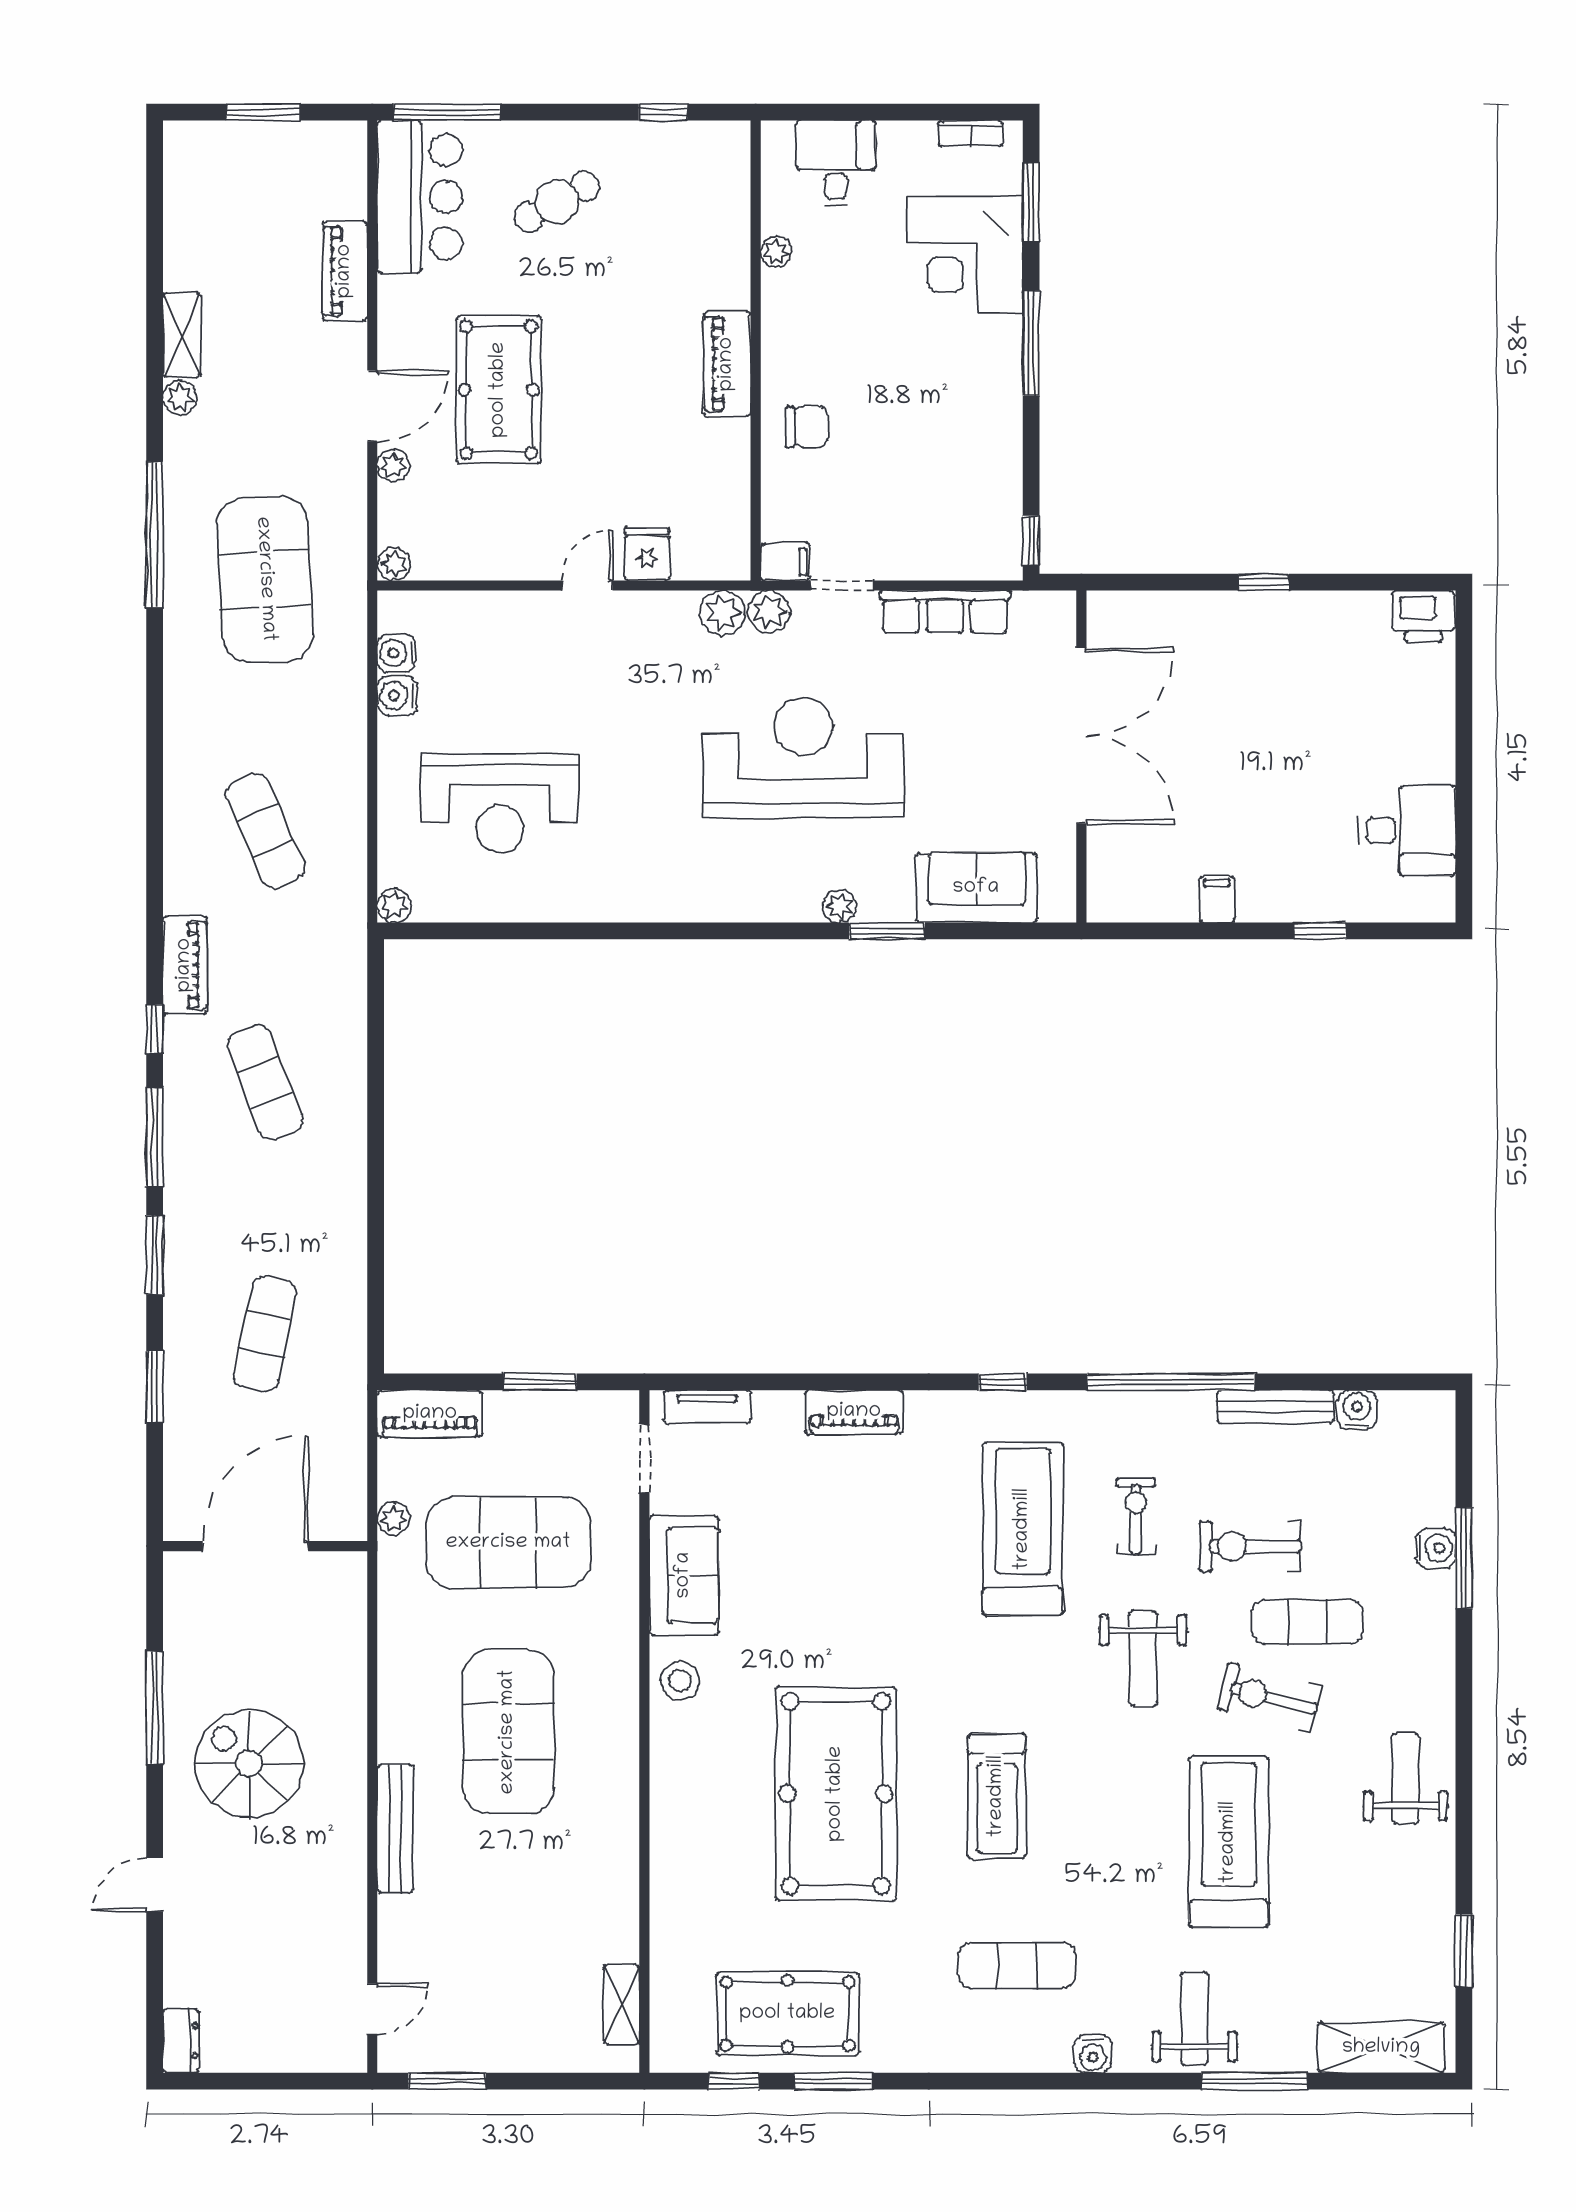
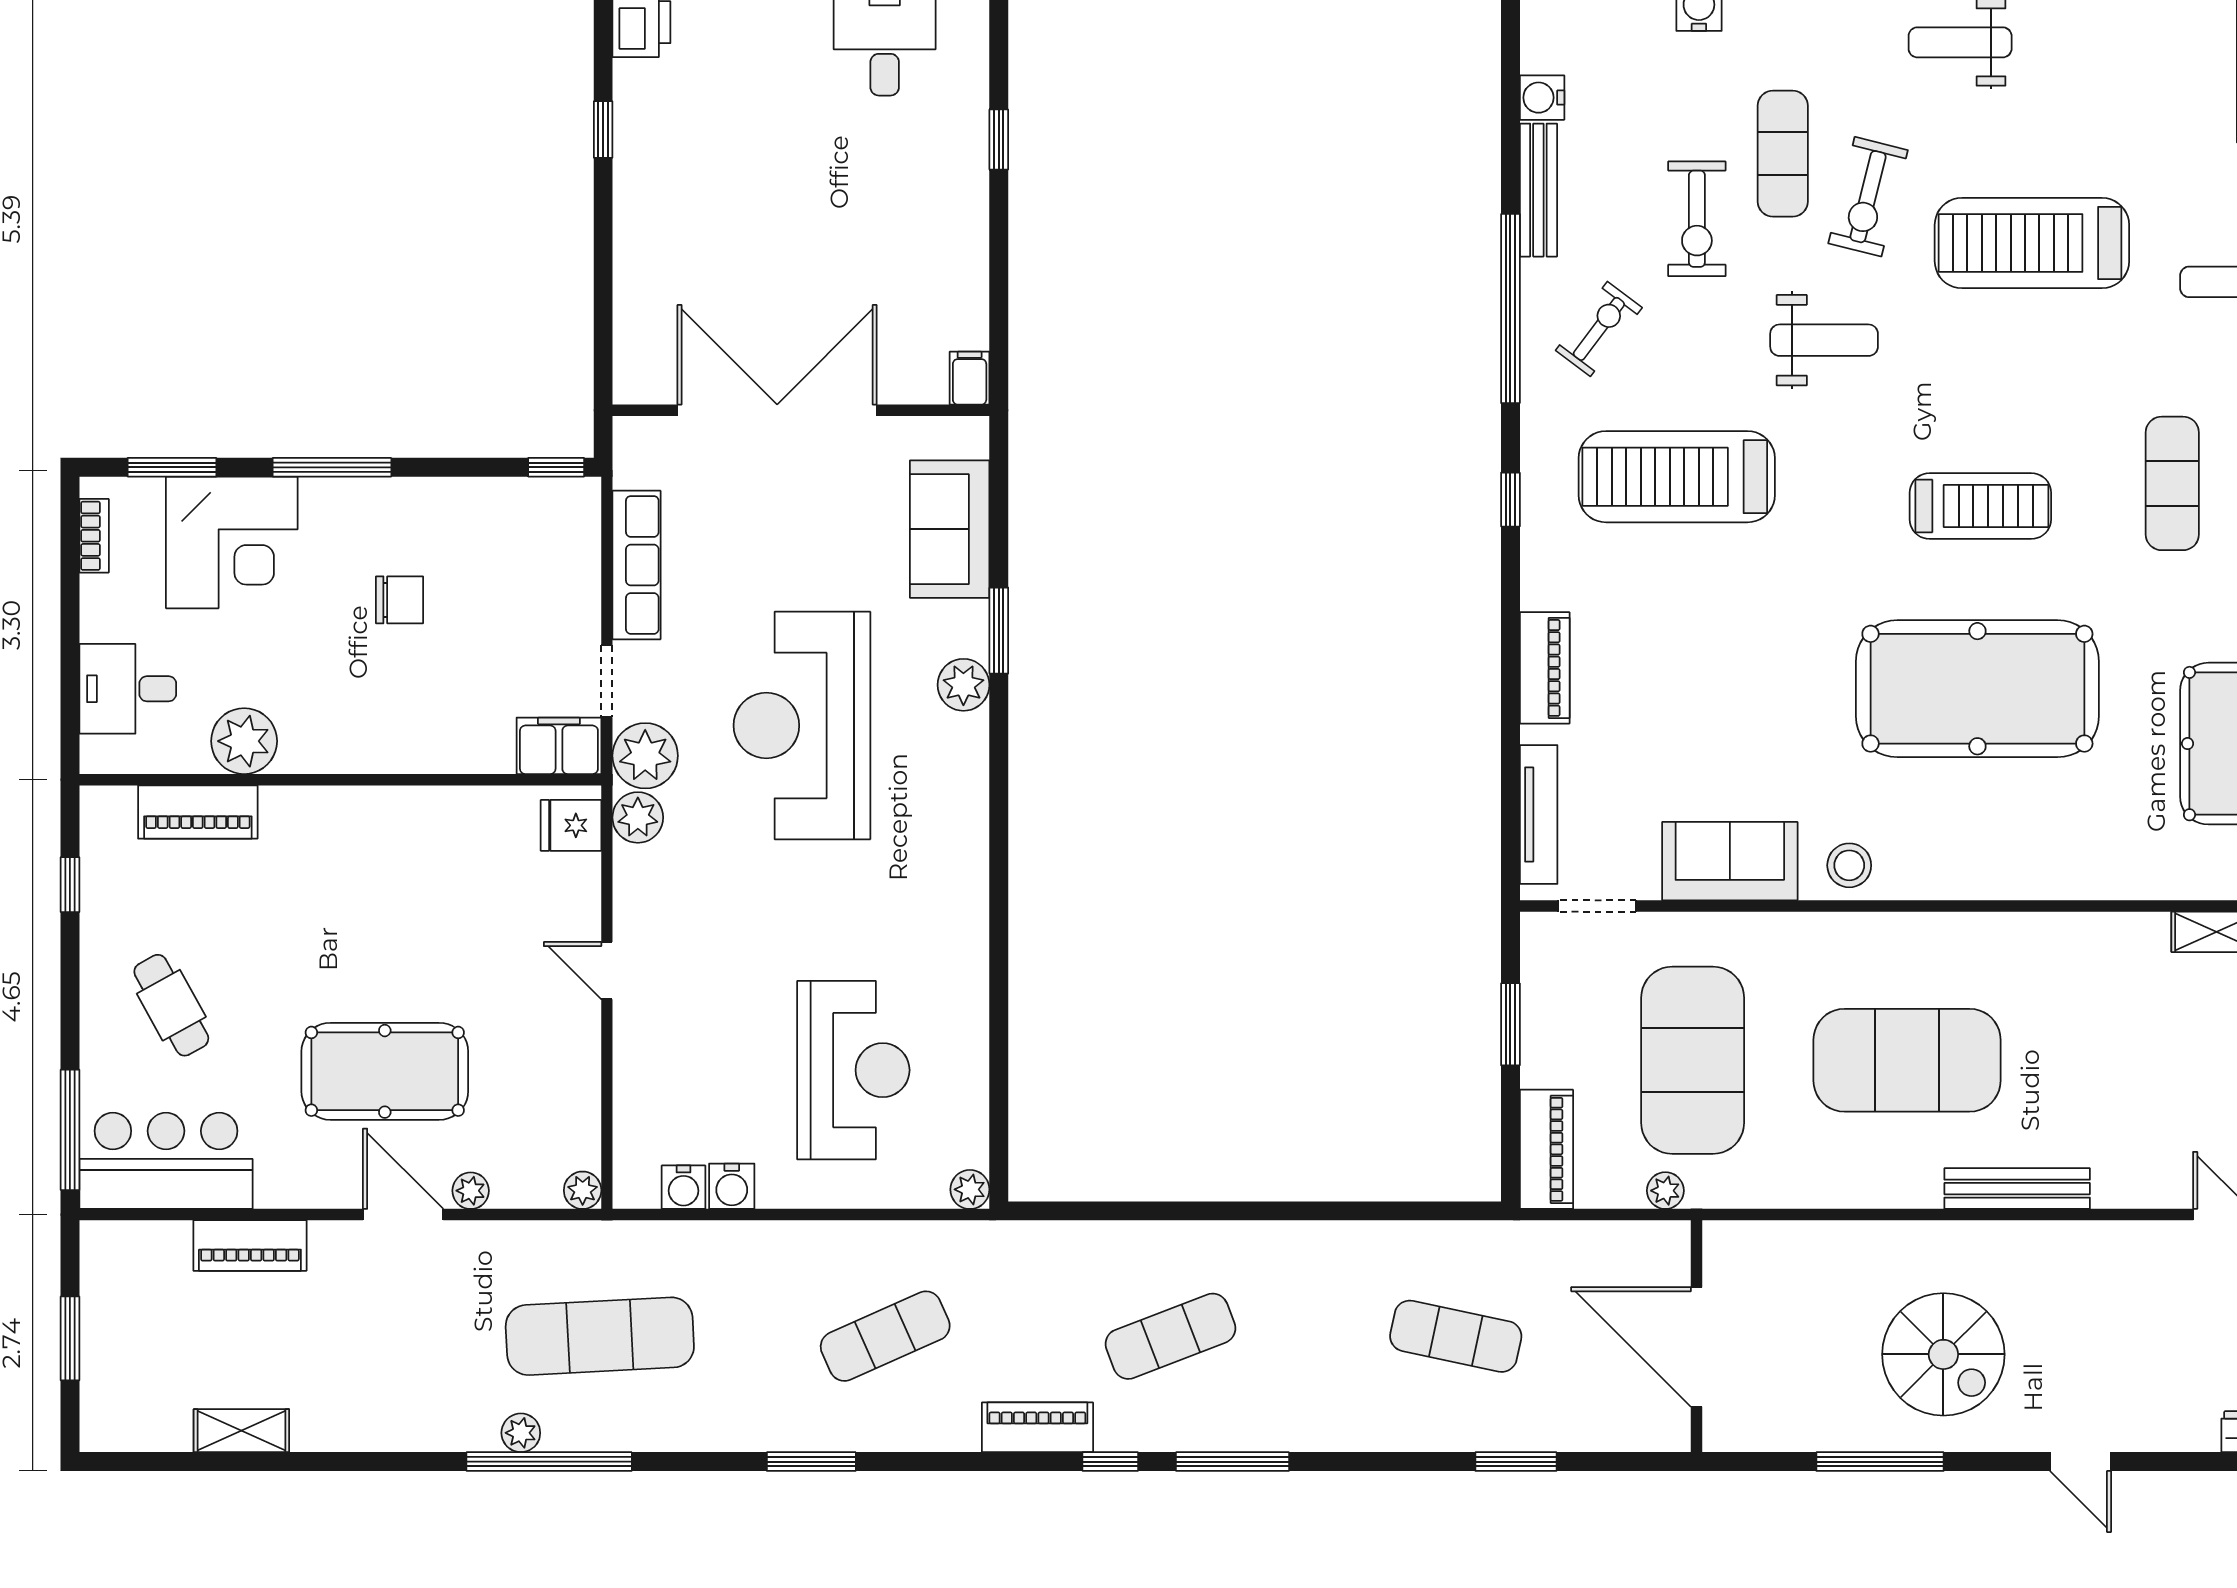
plant: (776, 252) -> (244, 741), width x1.88, depth x1.88
shelving: (182, 335) -> (241, 1431), moved
piano: (727, 364) -> (198, 812), moved
plant: (180, 398) -> (521, 1433), moved
chair: (807, 427) -> (399, 600), moved, turned 90
fridge: (647, 554) -> (571, 825), moved
filing cabinet: (785, 562) -> (559, 746), width x2.00
exercise mat: (265, 579) -> (600, 1336), width x0.68
window: (1264, 582) -> (603, 129), moved
plant: (769, 612) -> (645, 756), width x1.36, depth x1.36
filing cabinet: (1217, 899) -> (970, 378), moved, turned 90
plant: (839, 906) -> (963, 685), width x1.38, depth x1.38
window: (155, 1255) -> (811, 1462), moved
tv unit: (707, 1407) -> (1539, 815), width x1.41
exercise bike: (1136, 1516) -> (1599, 329), moved, turned 127
spiral stairs: (249, 1764) -> (1943, 1354), turned -90

